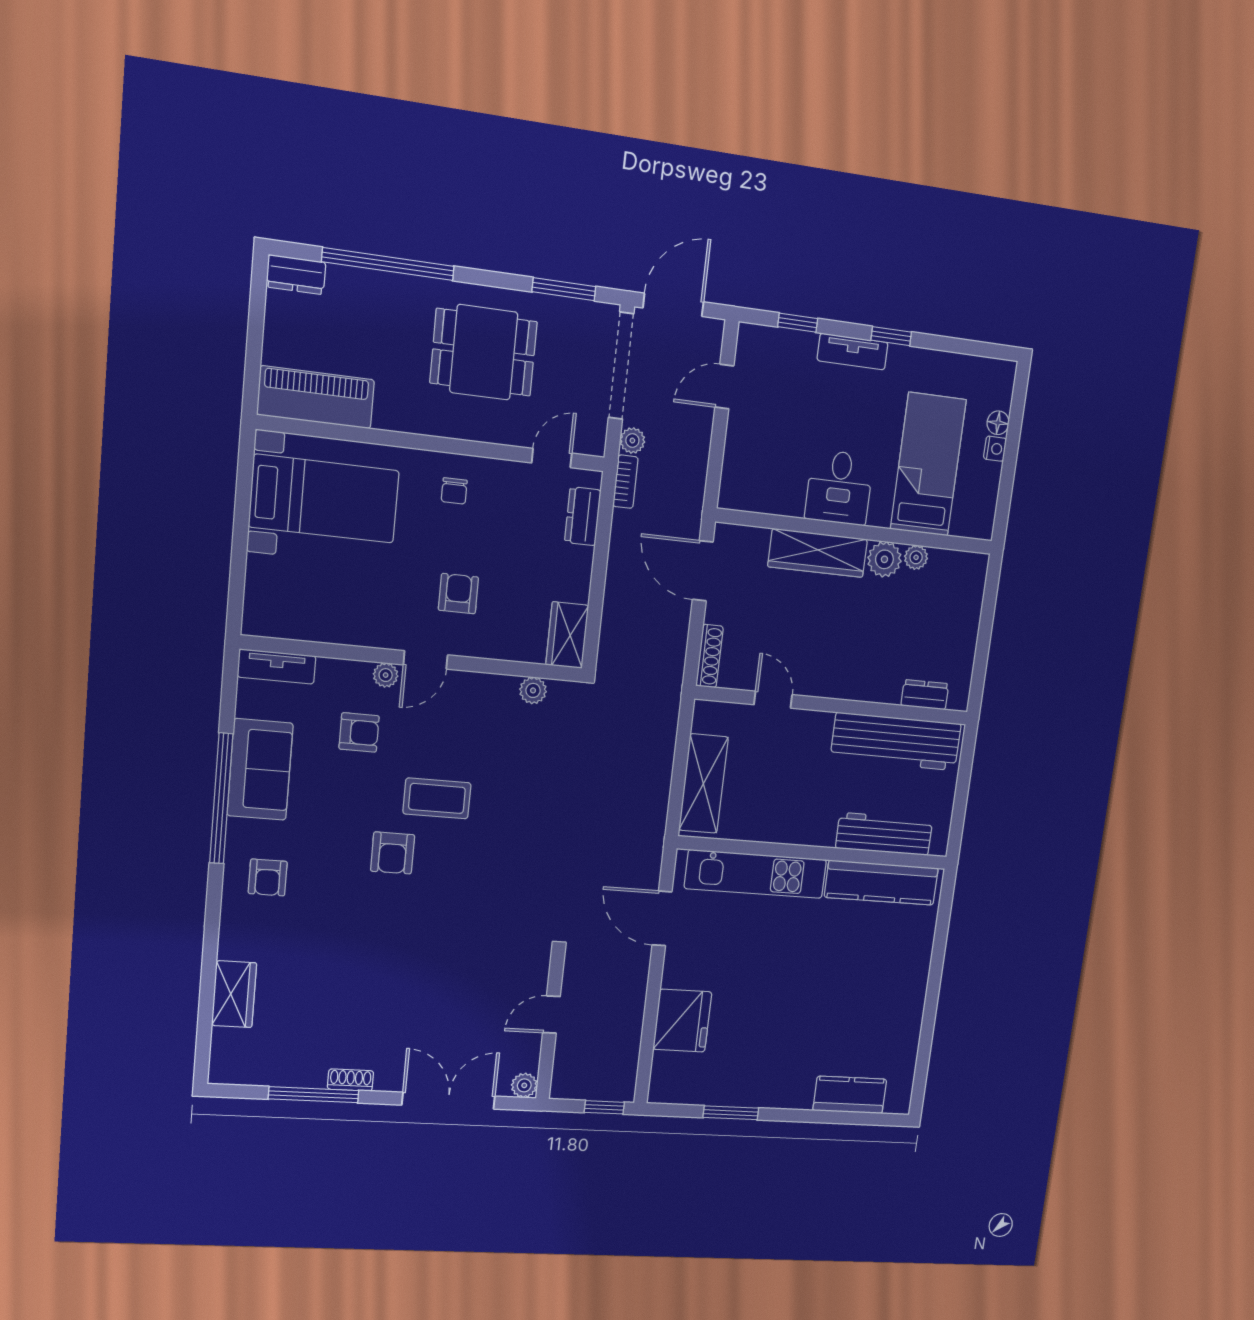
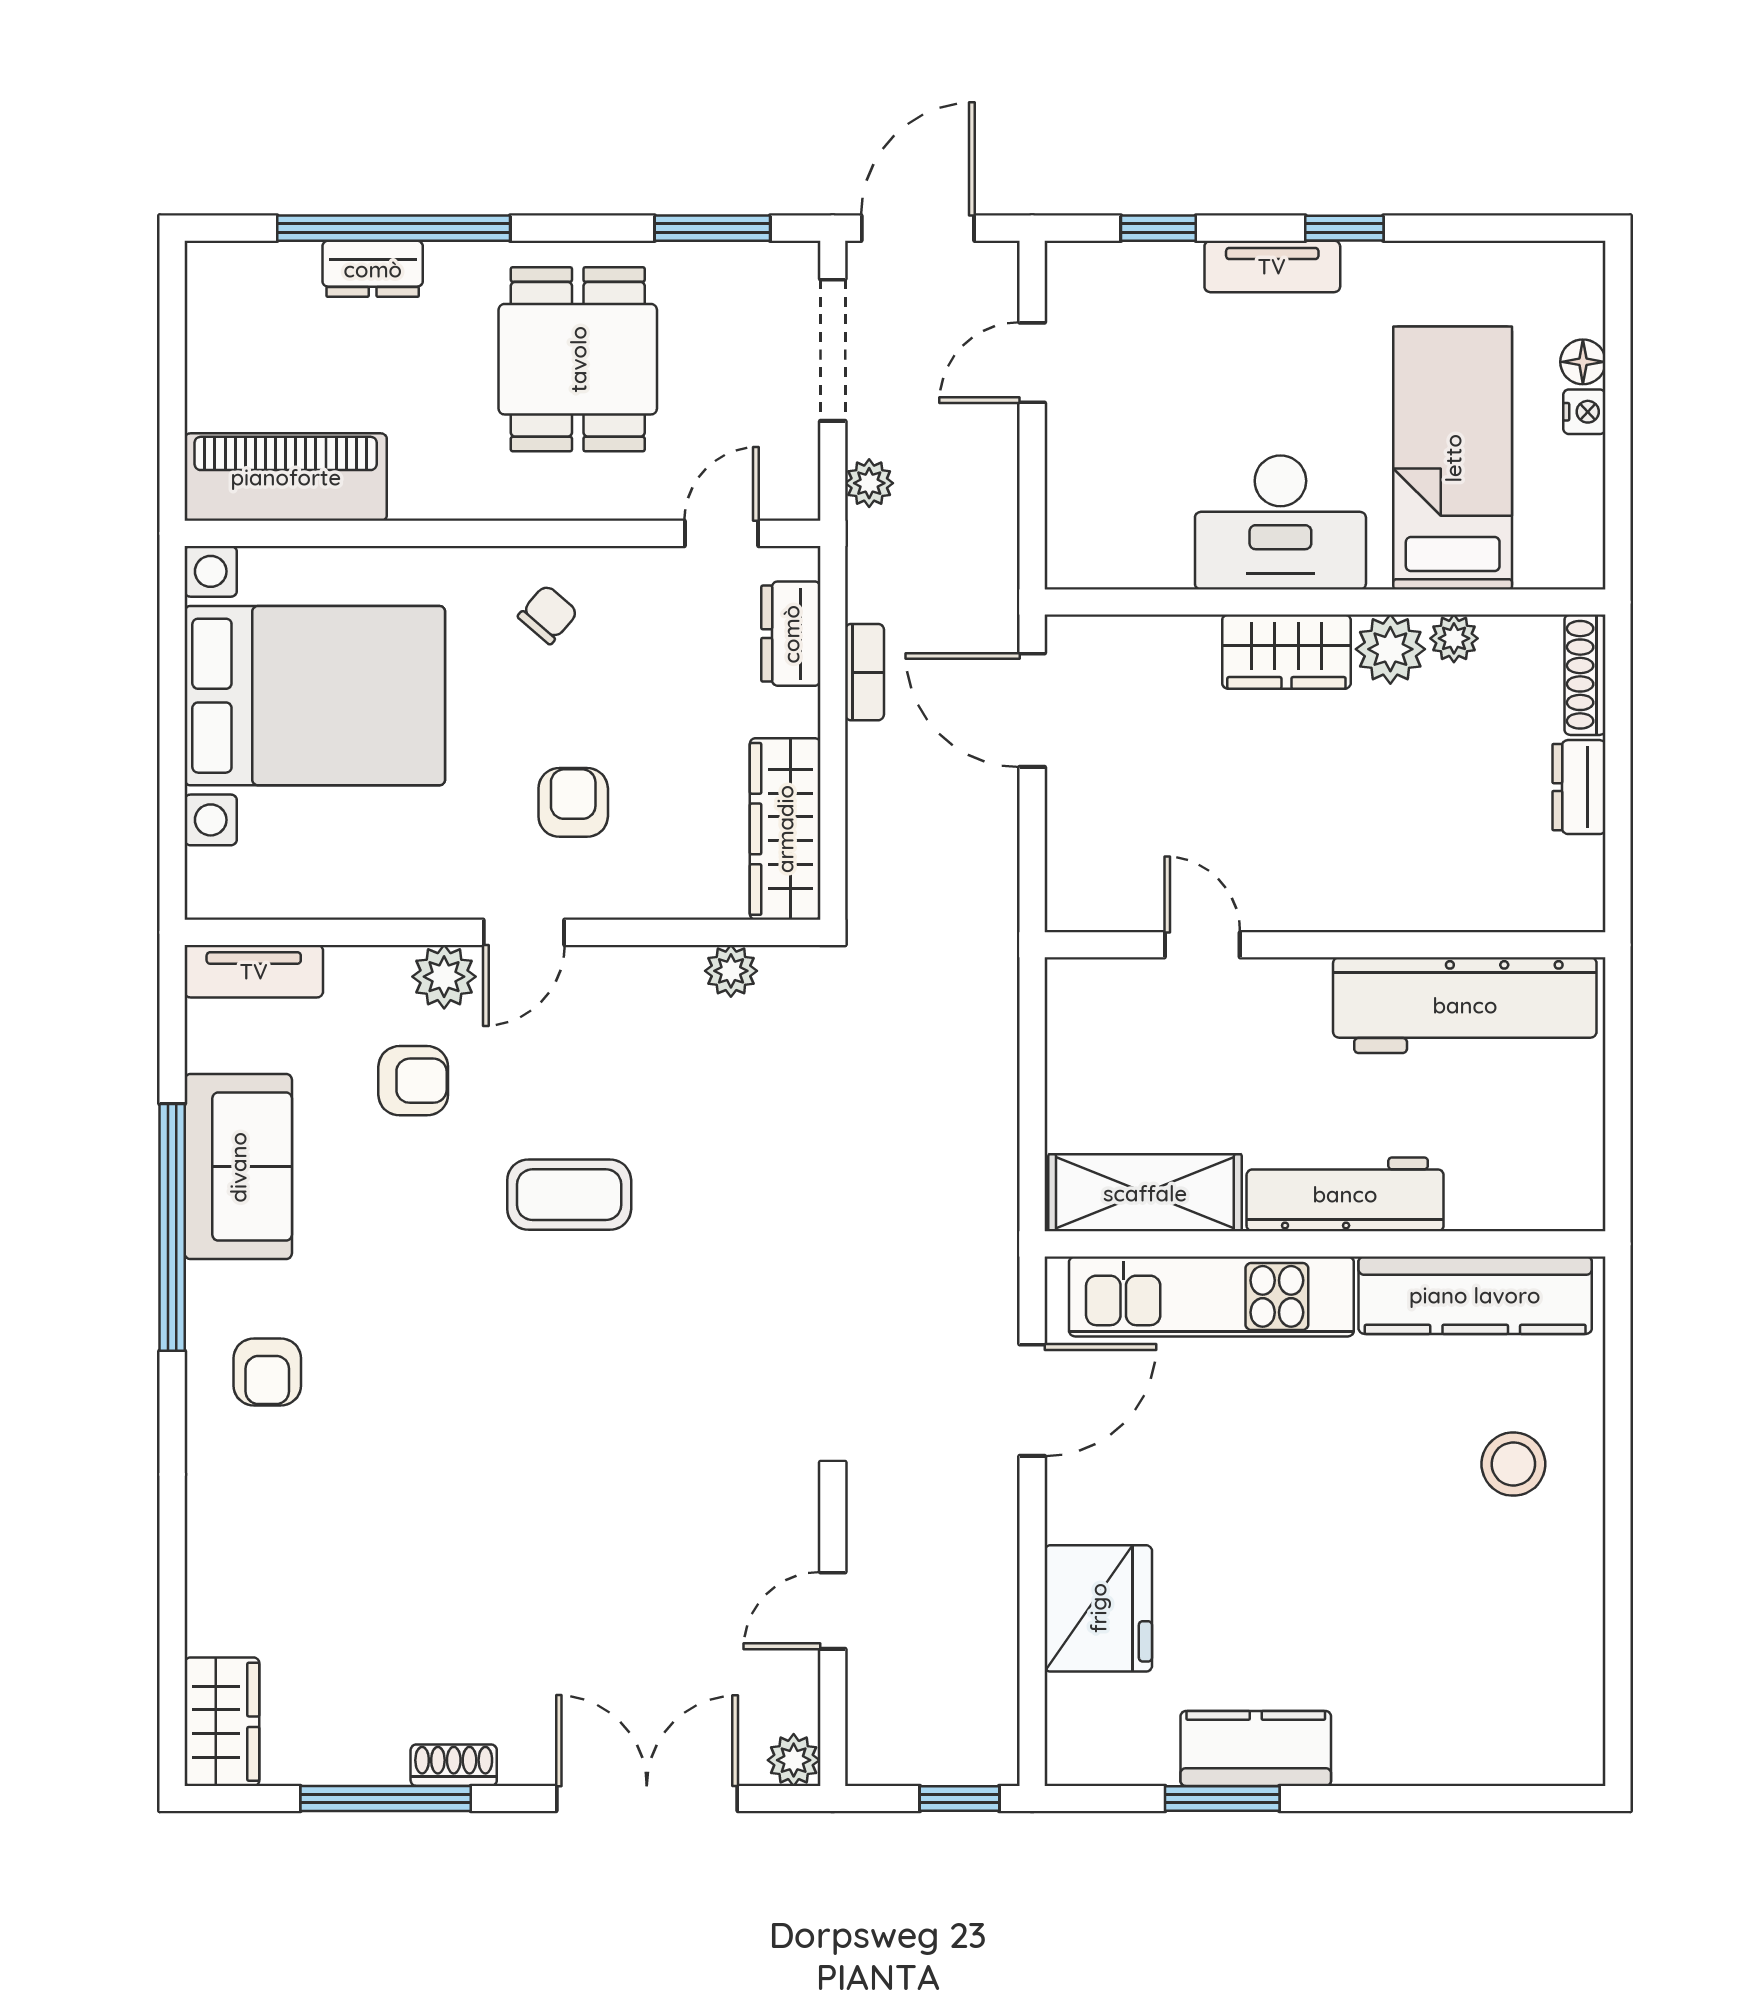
dresser: (296, 275) -> (373, 269), moved
dining table: (484, 352) -> (578, 359), turned 90
doorway: (621, 366) -> (833, 350), width x0.73
bookcase: (625, 482) -> (865, 672), moved
desk: (839, 487) -> (1280, 522), width x1.37
chair: (454, 491) -> (548, 614), turned -139
bed with nightstands: (324, 499) -> (315, 696), width x1.36
wardrobe: (818, 553) -> (1286, 652), width x0.67
wardrobe: (567, 635) -> (785, 829), width x1.50
shoe rack: (709, 656) -> (1585, 675), moved, turned 180
plant: (386, 675) -> (444, 977), width x1.38, depth x1.38
dresser: (925, 695) -> (1579, 787), moved, turned -90
shelving: (703, 784) -> (1145, 1193), moved, turned 90
workbench: (884, 834) -> (1345, 1194), moved
armchair: (393, 853) -> (495, 1307), removed
door: (662, 918) -> (1032, 1400), swing flipped
stool: (888, 964) -> (1513, 1464), added
wardrobe: (234, 994) -> (222, 1722), moved
kitchen counter: (850, 1095) -> (1256, 1748), moved

